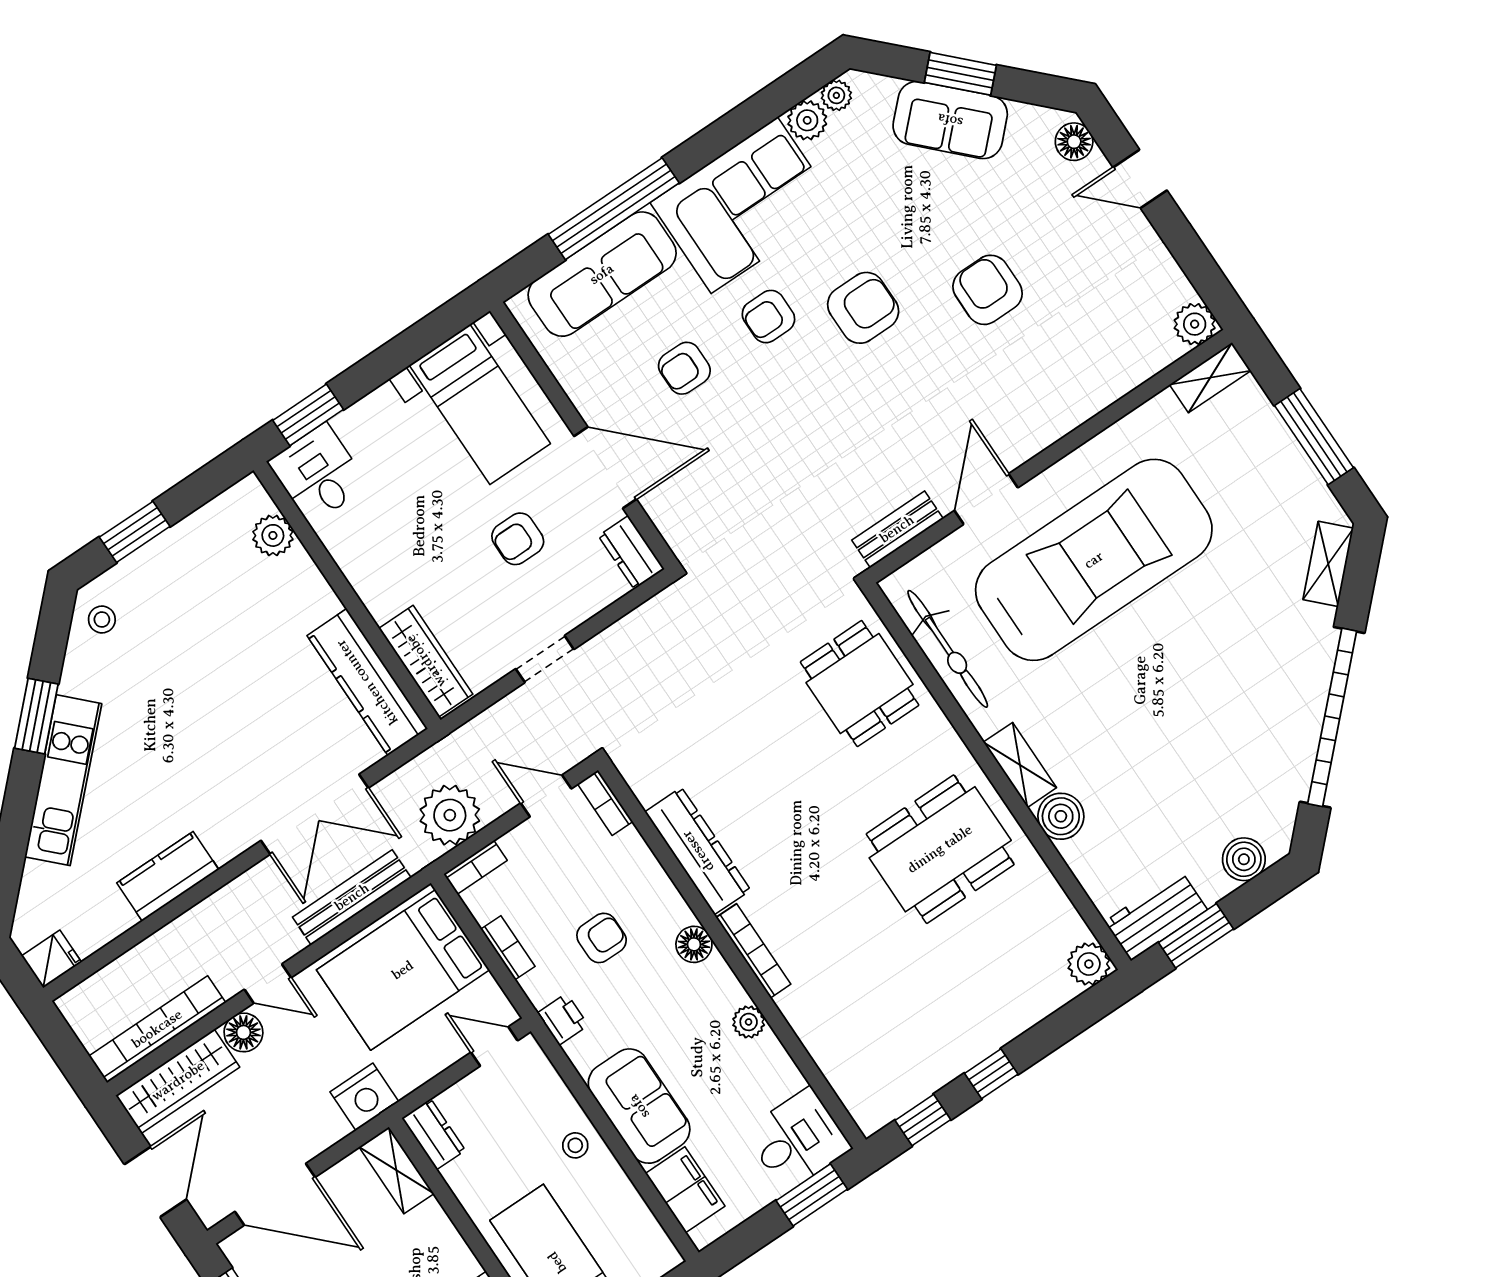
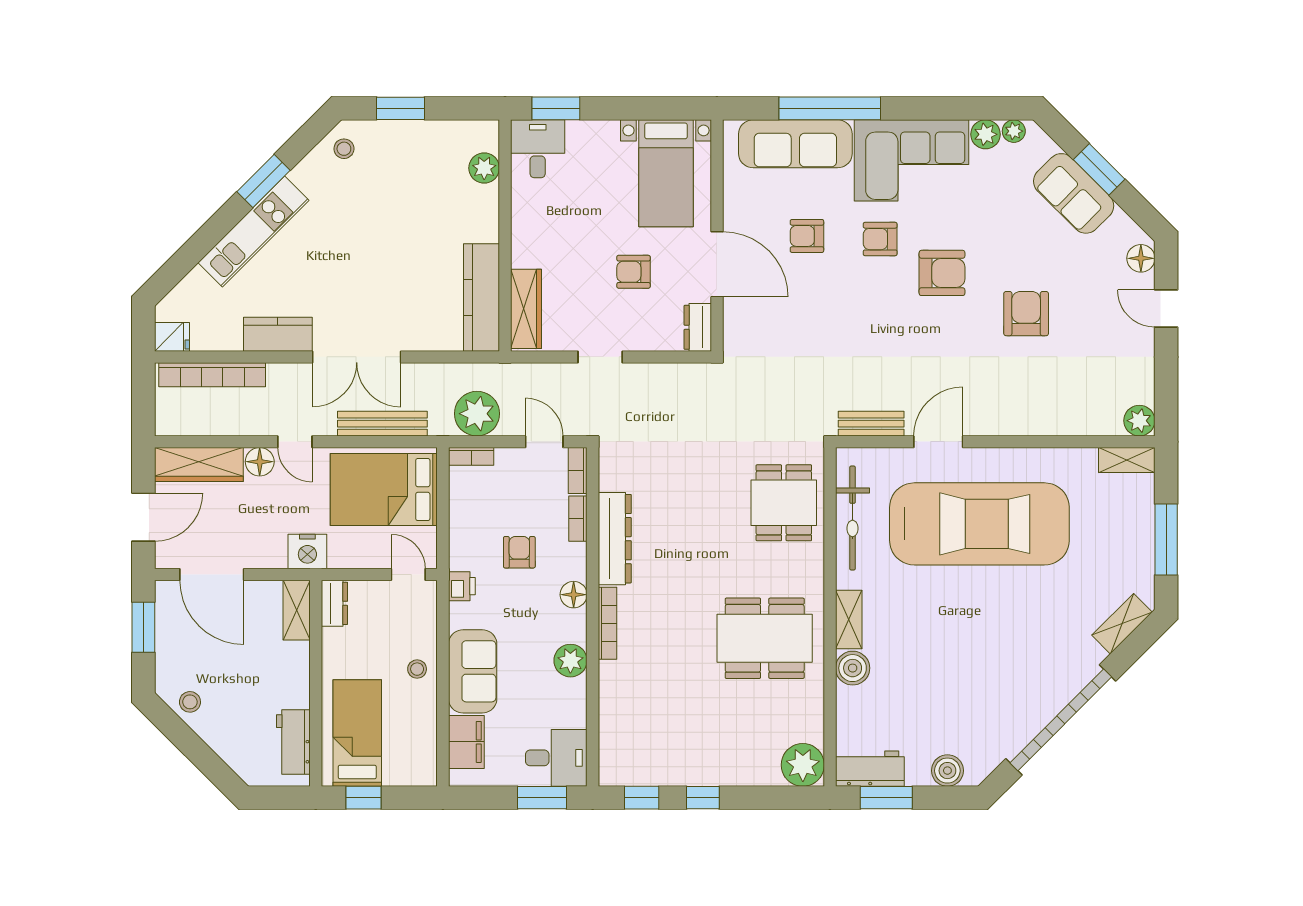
double door: (315, 814) -> (357, 357), moved
armchair: (602, 938) -> (519, 552), turned -90
bookcase: (508, 948) -> (578, 519), moved, turned 180
plant: (1089, 964) -> (803, 765), width x1.36, depth x1.36
plant: (749, 1022) -> (570, 661), width x1.38, depth x1.38
bookcase: (157, 1029) -> (212, 375), moved, turned 180

